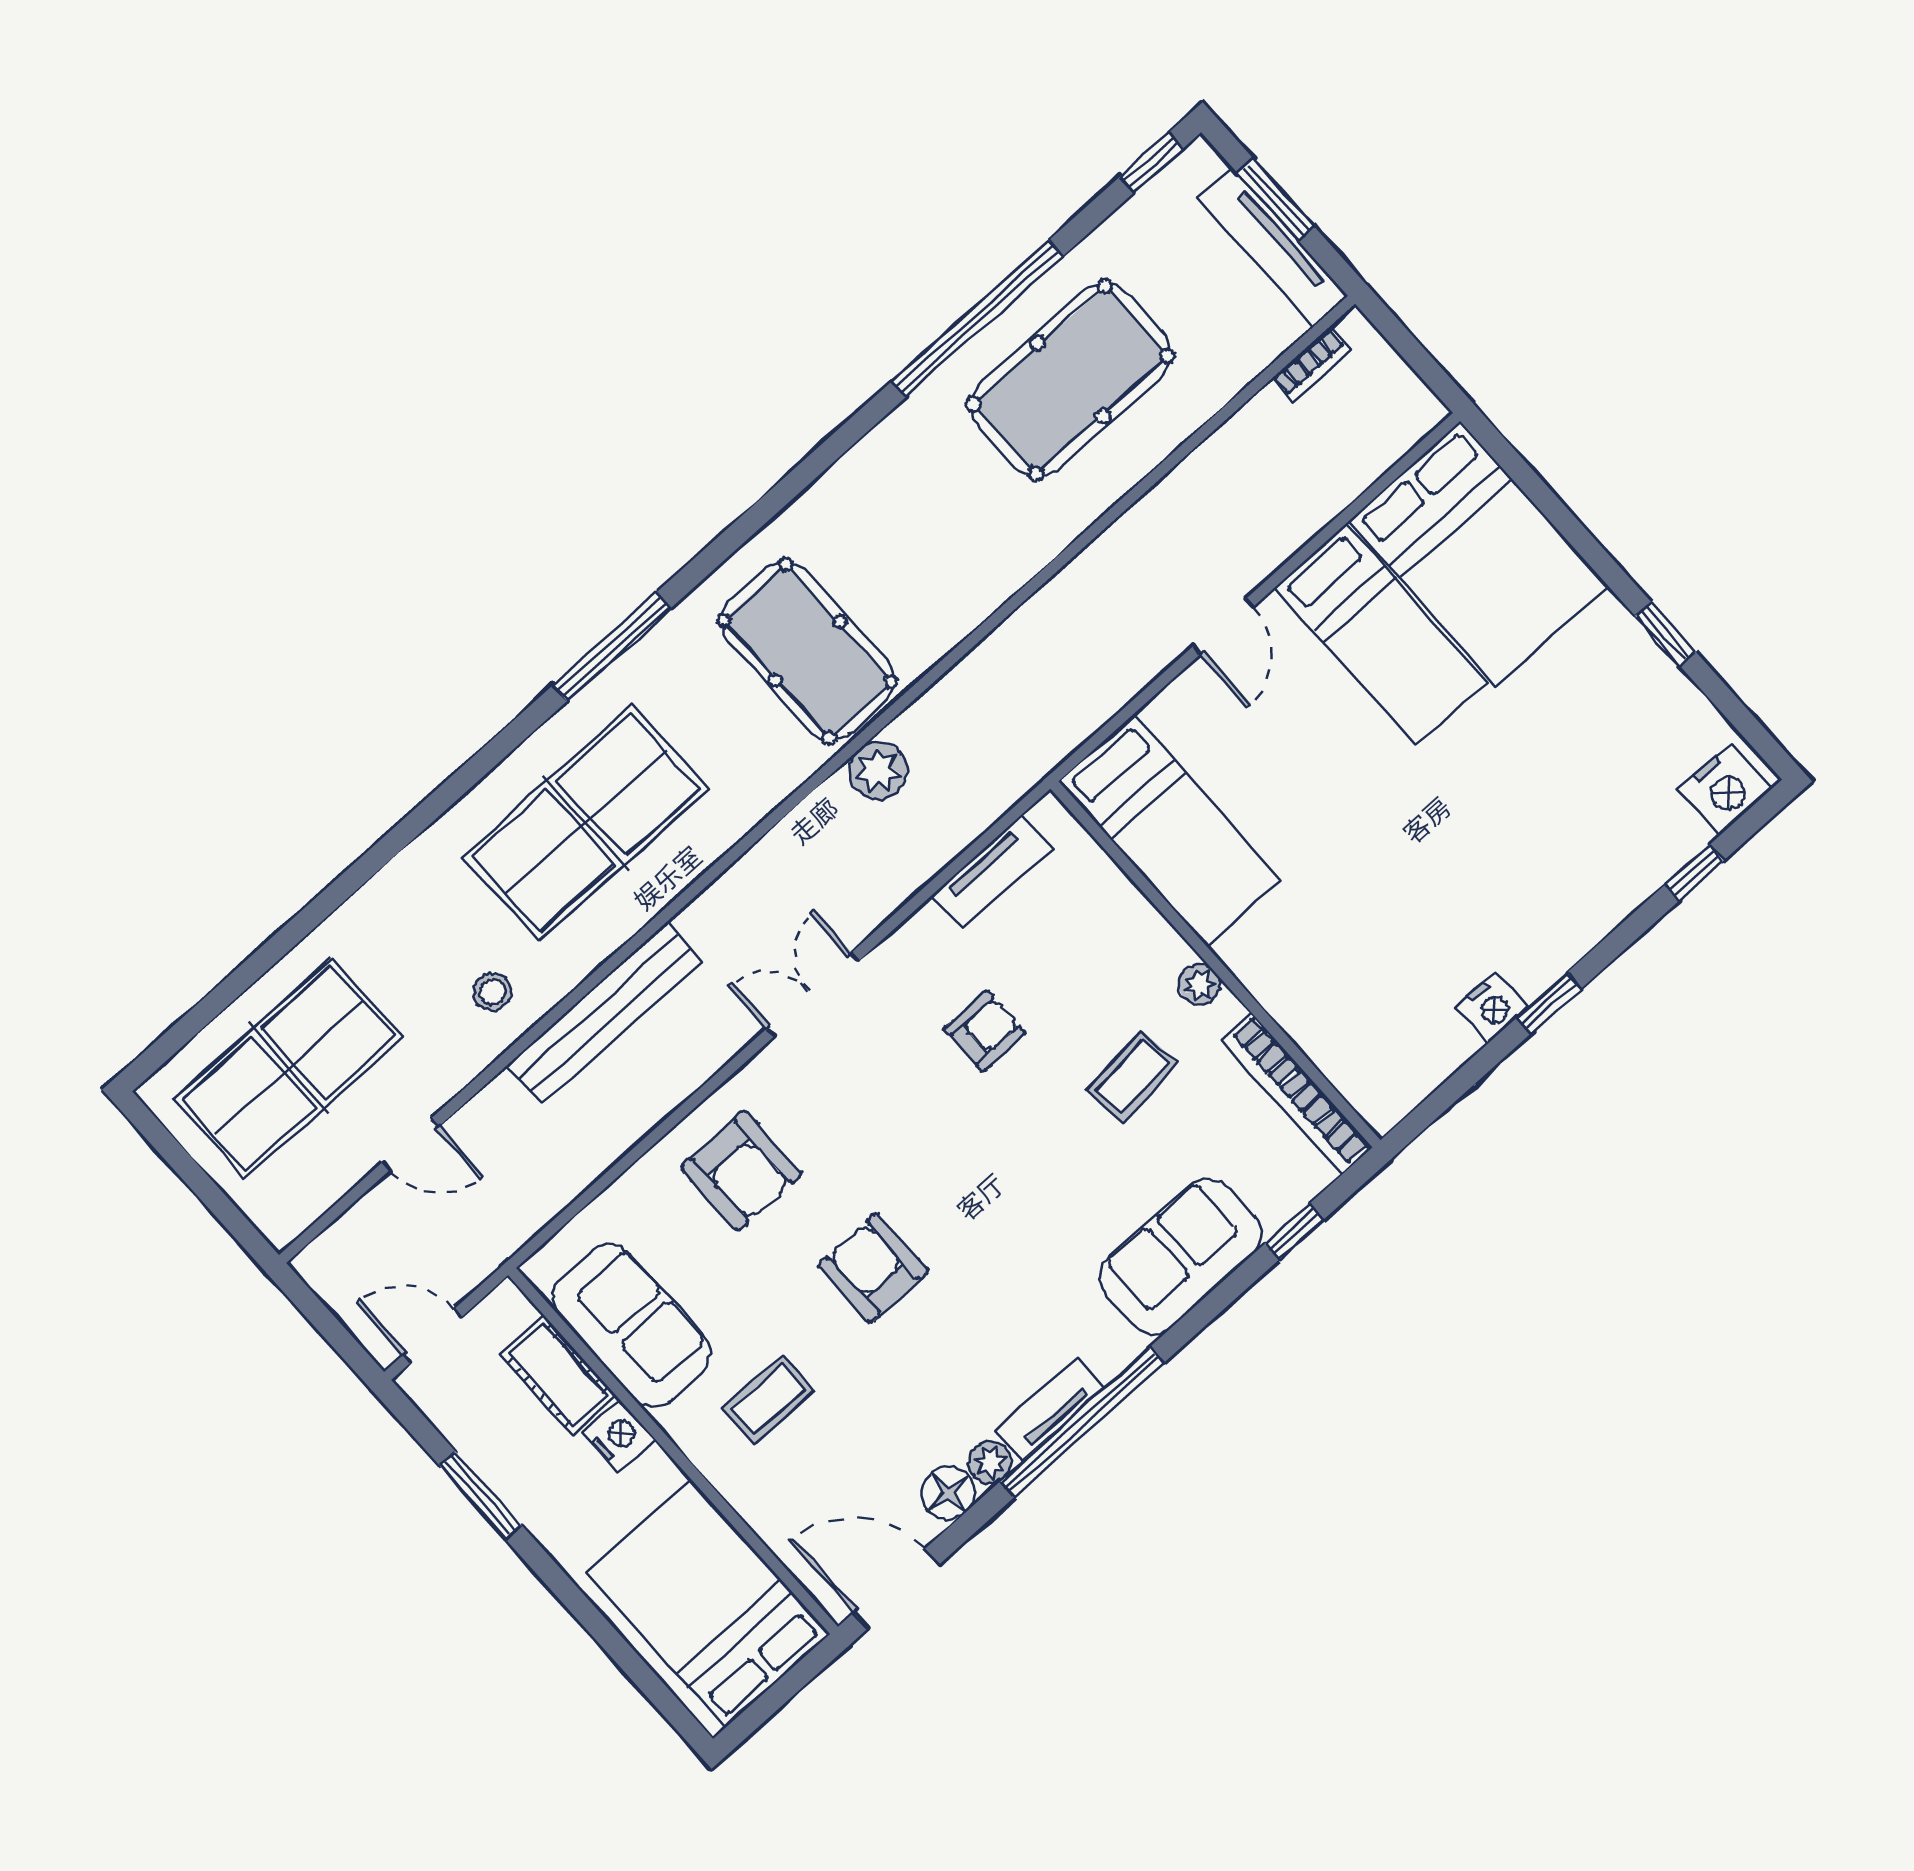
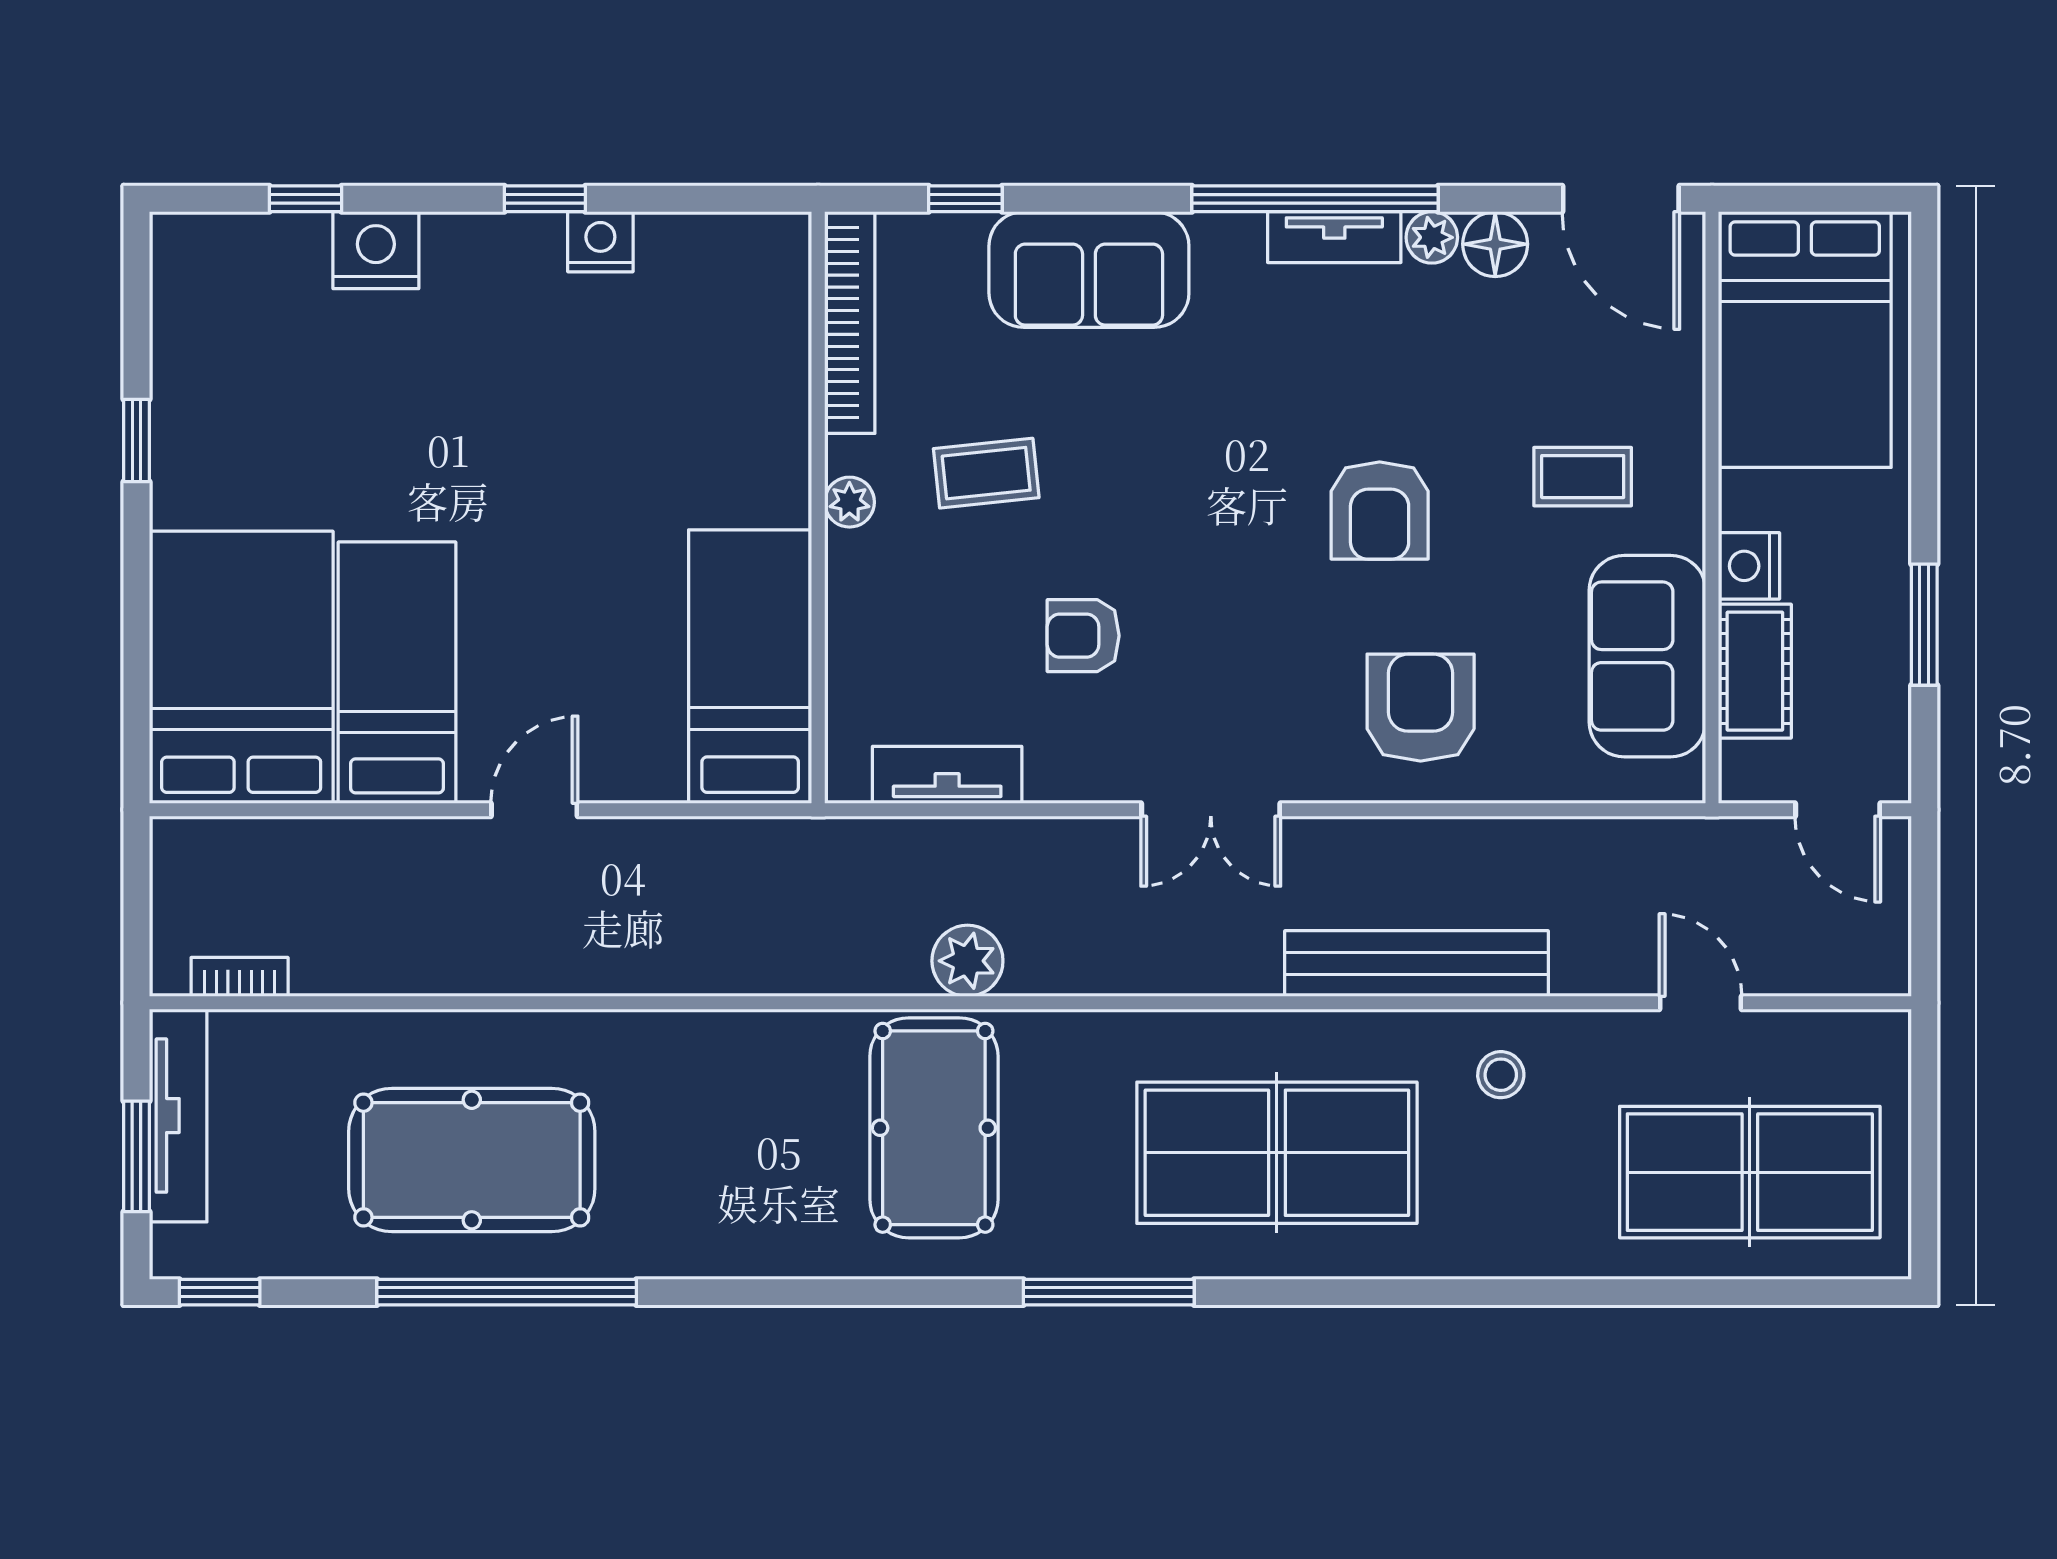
nightstand: (1725, 789) -> (376, 250), moved

